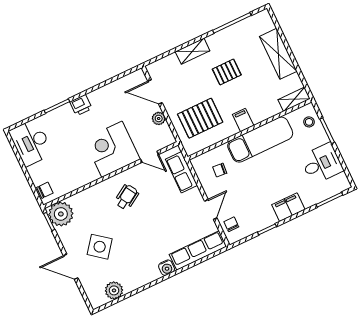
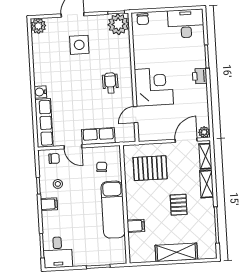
shelving: (294, 99) -> (205, 156), moved
plant: (159, 118) -> (204, 132), moved
pallet: (200, 118) -> (150, 168), turned 90
filing cabinet: (243, 120) -> (136, 226), moved
stool: (309, 122) -> (58, 184), moved
desk: (322, 164) -> (58, 252), moved
row of seats: (181, 172) -> (98, 136), moved
wheelchair: (127, 197) -> (110, 83), turned -149
filing cabinet: (288, 207) -> (49, 204), width x0.50
side table: (100, 247) -> (79, 45), turned -38
plant: (114, 290) -> (38, 26), moved

